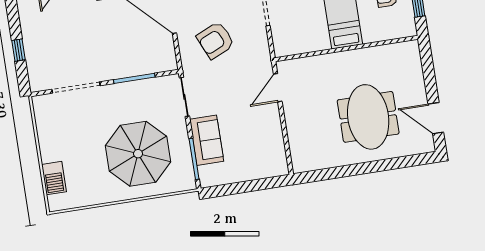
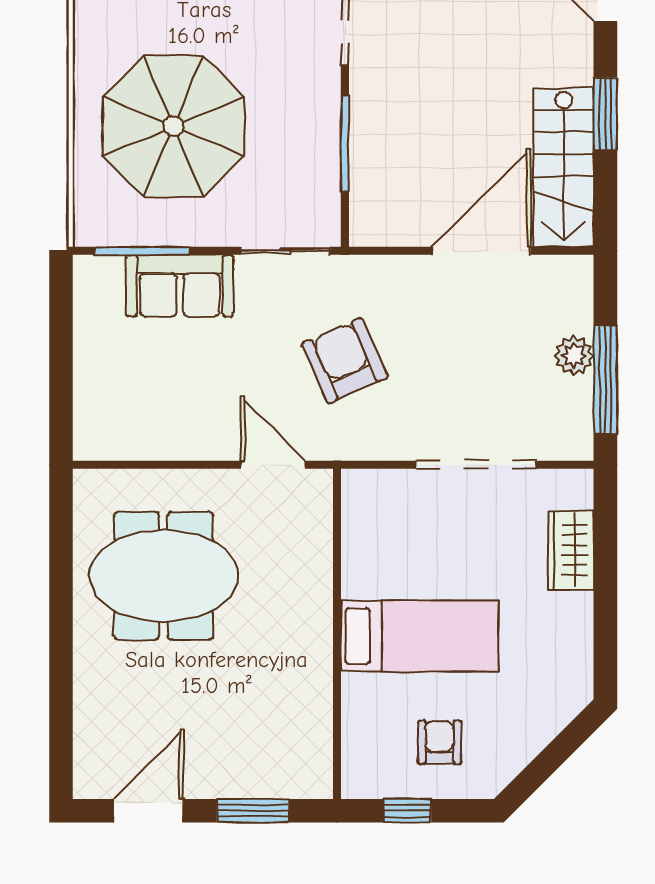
armchair: (215, 40) -> (345, 361), moved
window: (429, 73) -> (253, 811), added
meeting table: (368, 117) -> (164, 576), moved

